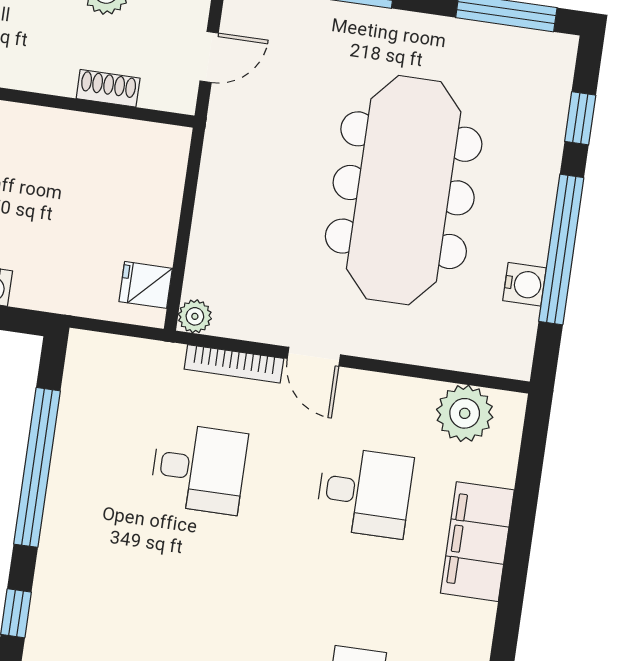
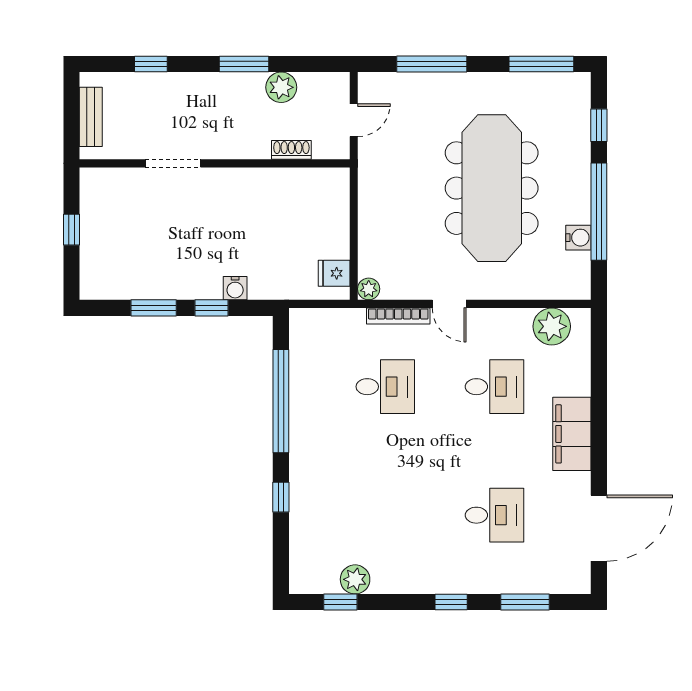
filing cabinet: (477, 542) -> (572, 434), moved

